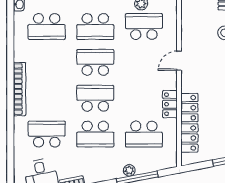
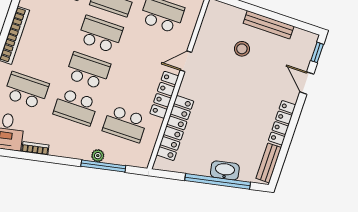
locker: (170, 104) -> (164, 95), width x1.53

